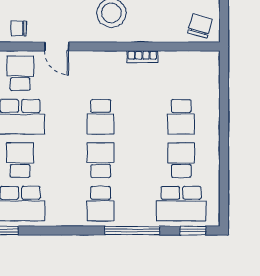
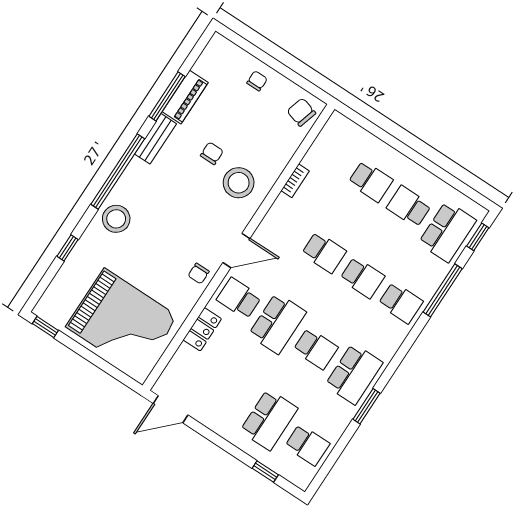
door: (57, 46) -> (236, 250), width x1.37
school desk: (20, 160) -> (316, 349), turned 180
school desk: (101, 160) -> (362, 278), turned 180

